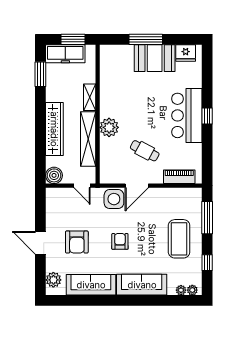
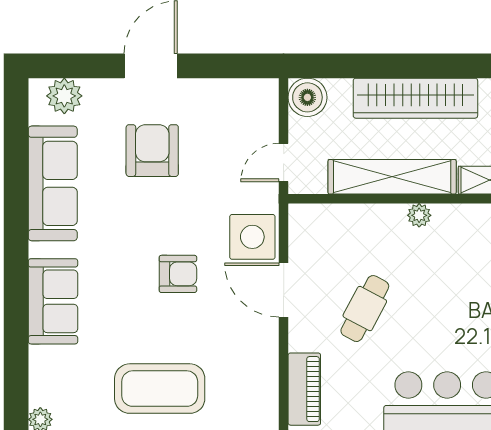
plant: (109, 127) -> (419, 215), width x0.53, depth x0.53
armchair: (120, 241) -> (178, 274), moved
armchair: (77, 242) -> (152, 151), turned 90
sofa: (142, 285) -> (53, 301), width x0.73
plant: (181, 290) -> (40, 393), removed

